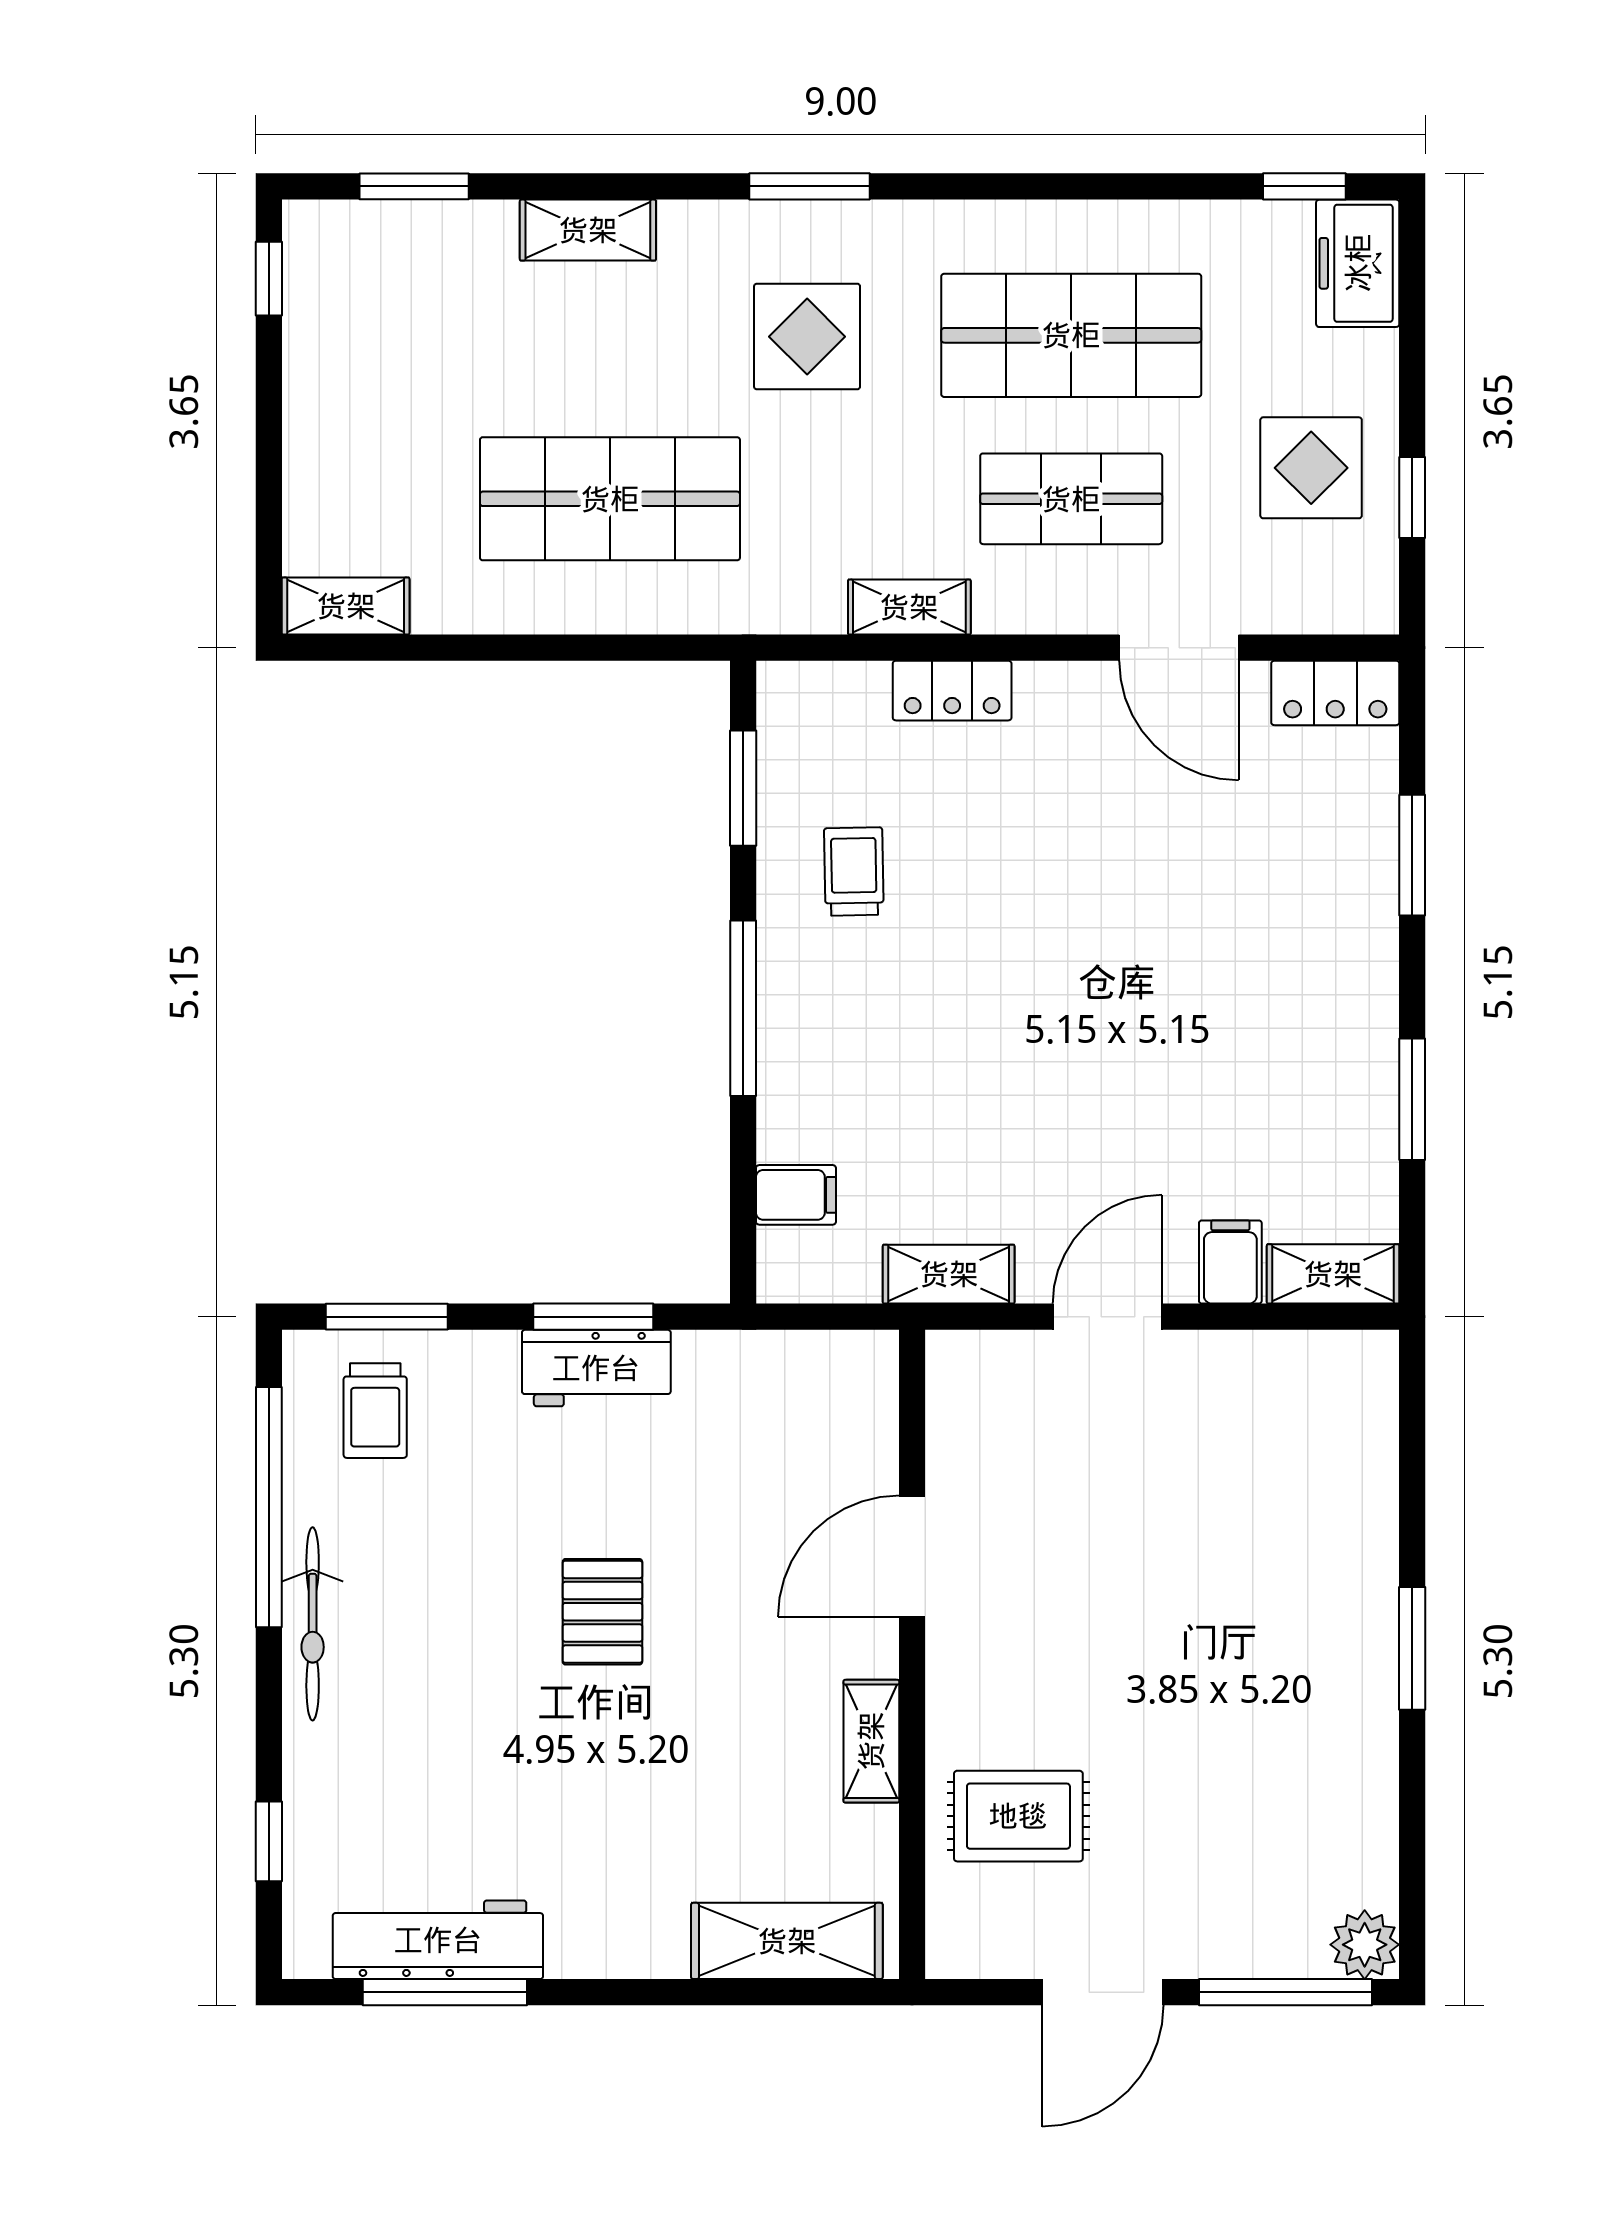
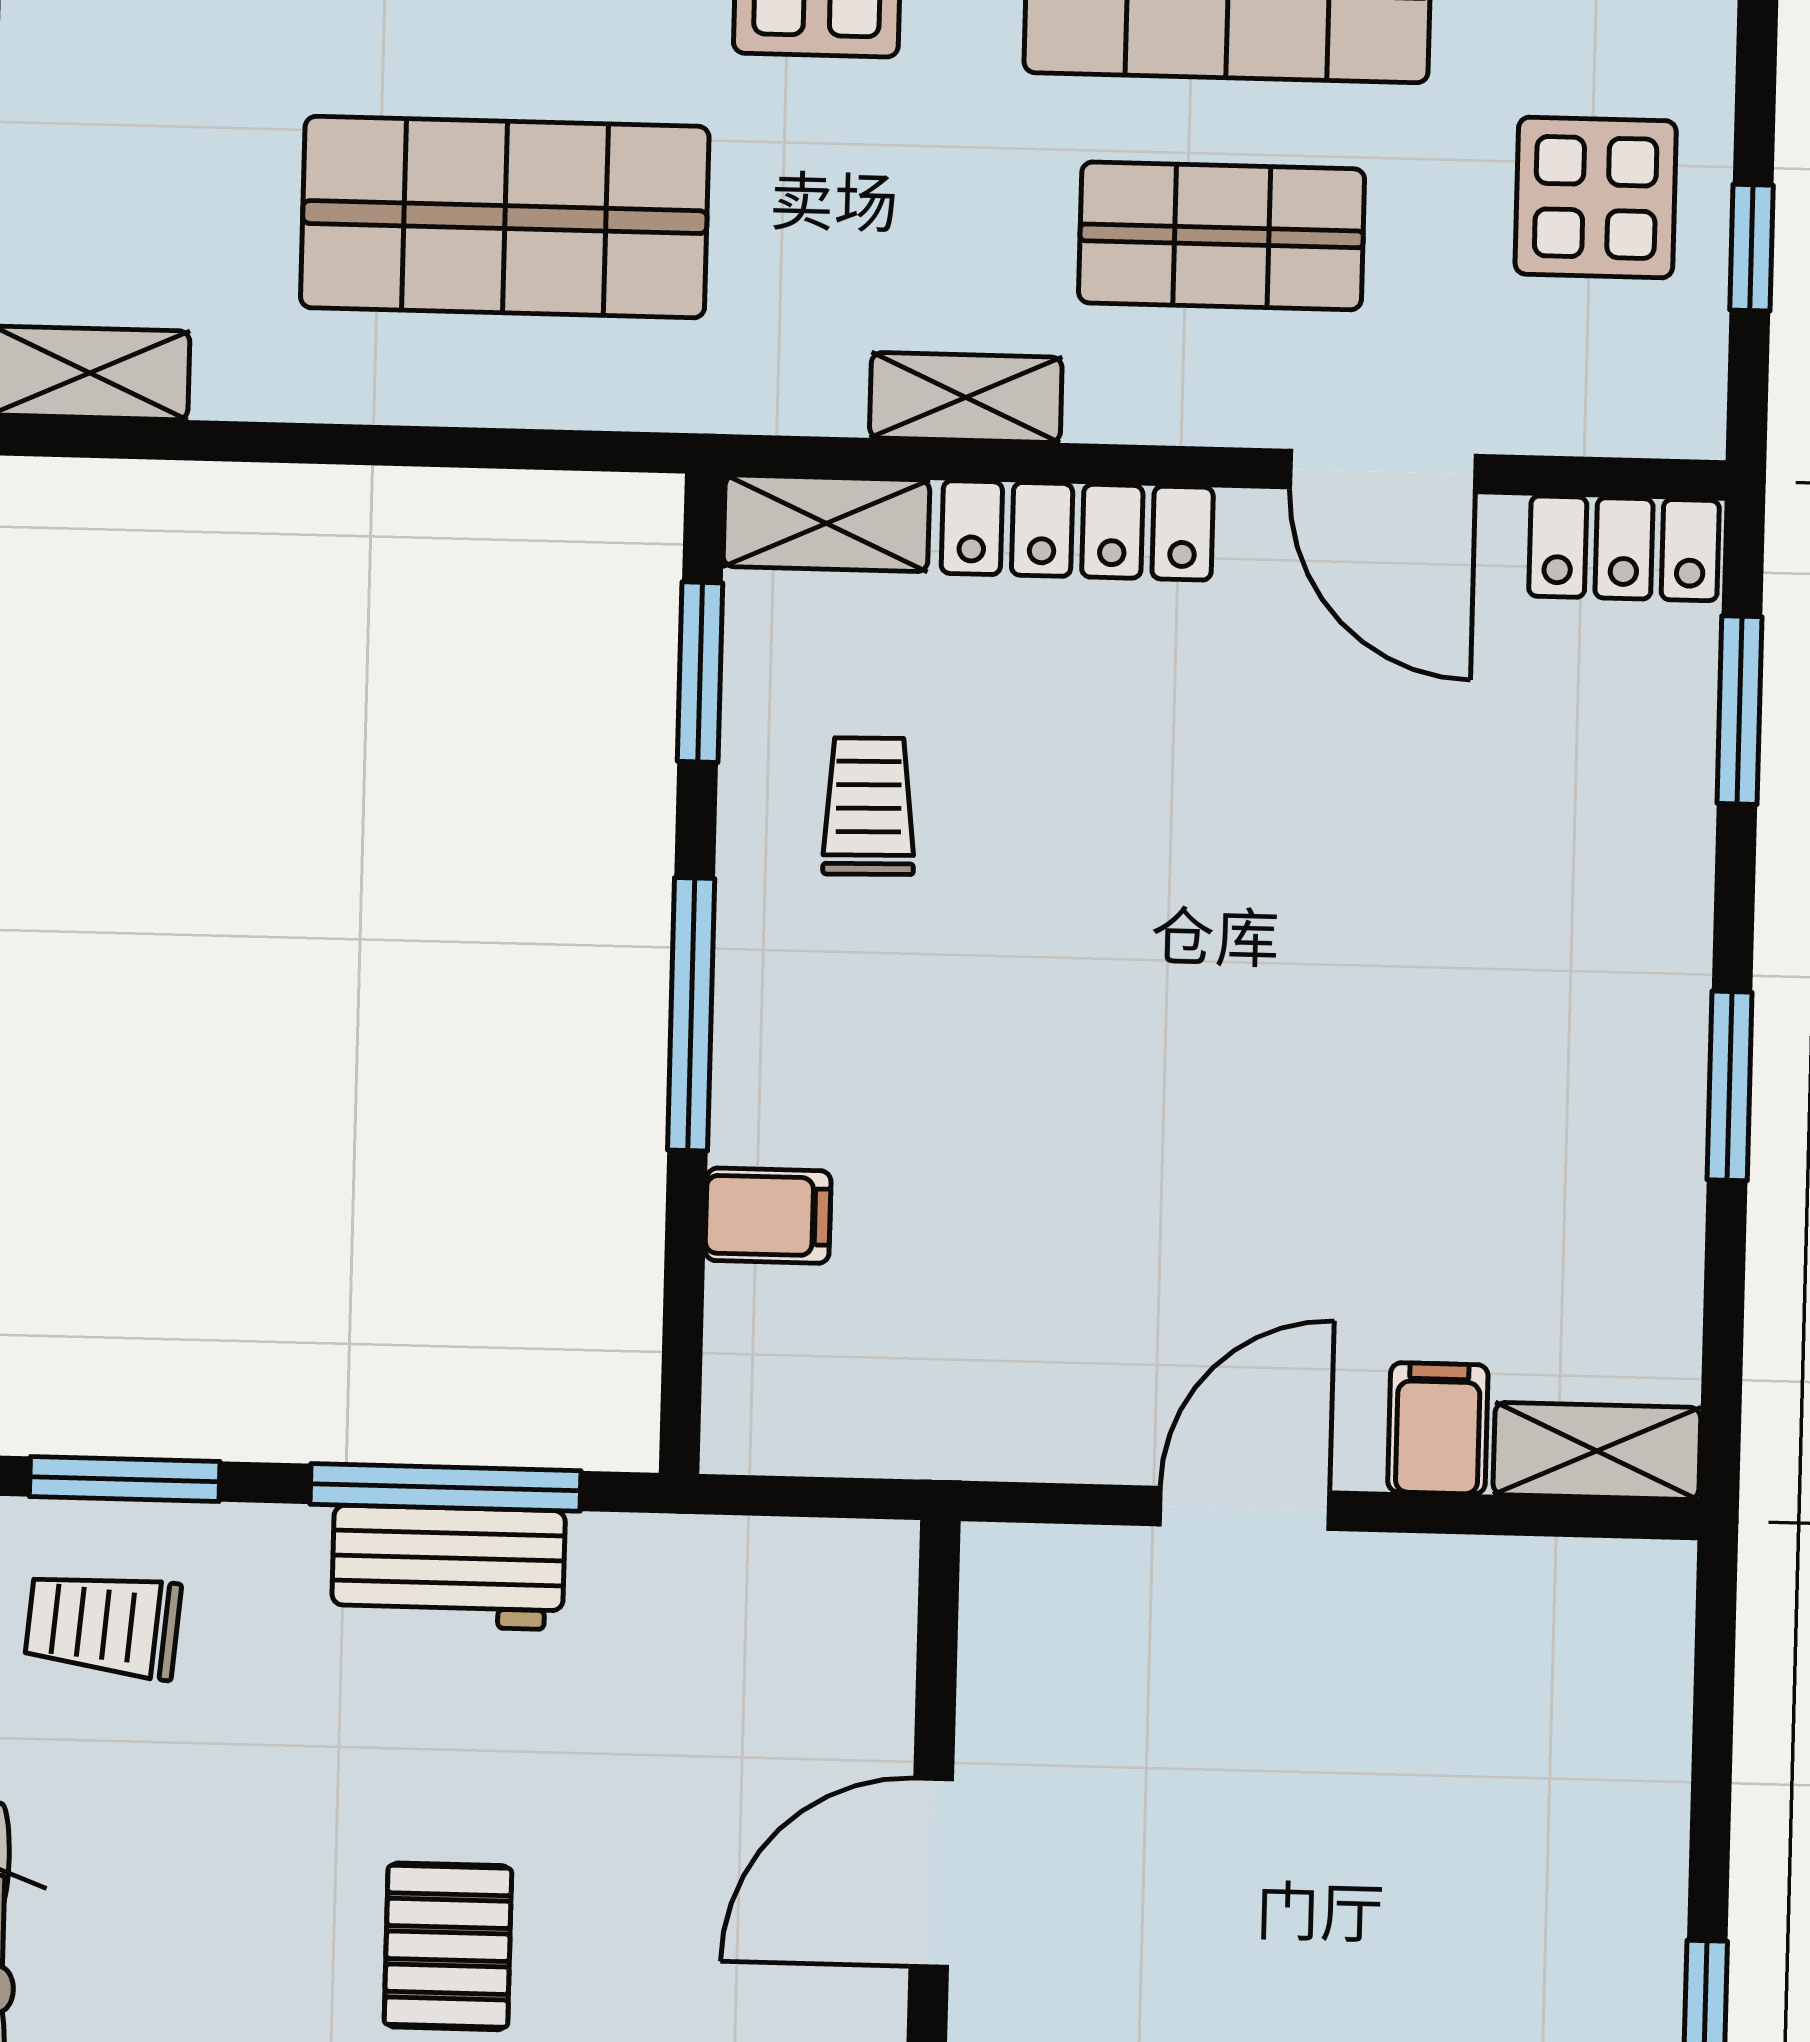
locker: (952, 691) -> (1077, 530), width x1.53
window: (1412, 855) -> (1739, 710), moved
window: (1412, 1099) -> (1730, 1086), moved
filing cabinet: (796, 1195) -> (768, 1216), moved
shelving: (949, 1274) -> (826, 523), moved
window: (593, 1317) -> (446, 1487), width x1.44
trolley: (375, 1411) -> (103, 1624), turned 95

